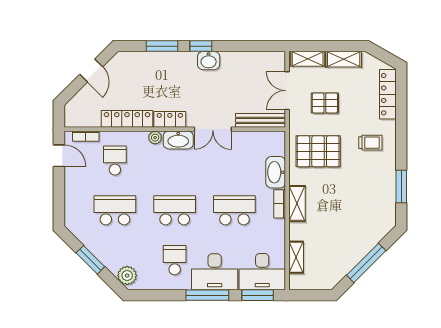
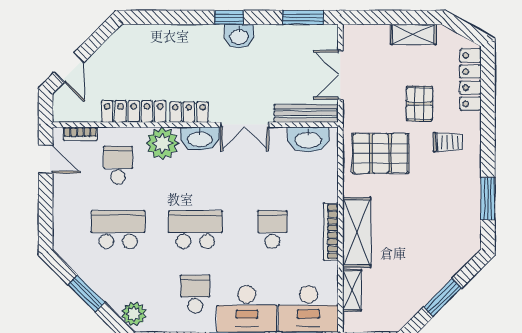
window: (162, 46) -> (303, 17), moved
shelving: (308, 59) -> (367, 34), removed
door: (91, 70) -> (69, 67), moved
pallet: (325, 103) -> (419, 104), moved, turned 90
plant: (155, 138) -> (162, 143), width x1.88, depth x1.88
washbasin: (276, 172) -> (308, 139), moved, turned -90
shelving: (297, 203) -> (357, 232), width x1.50, depth x1.33
bookcase: (280, 204) -> (331, 232), width x1.56
school desk: (234, 210) -> (272, 230), width x0.54
window: (366, 263) -> (443, 298), width x0.69

